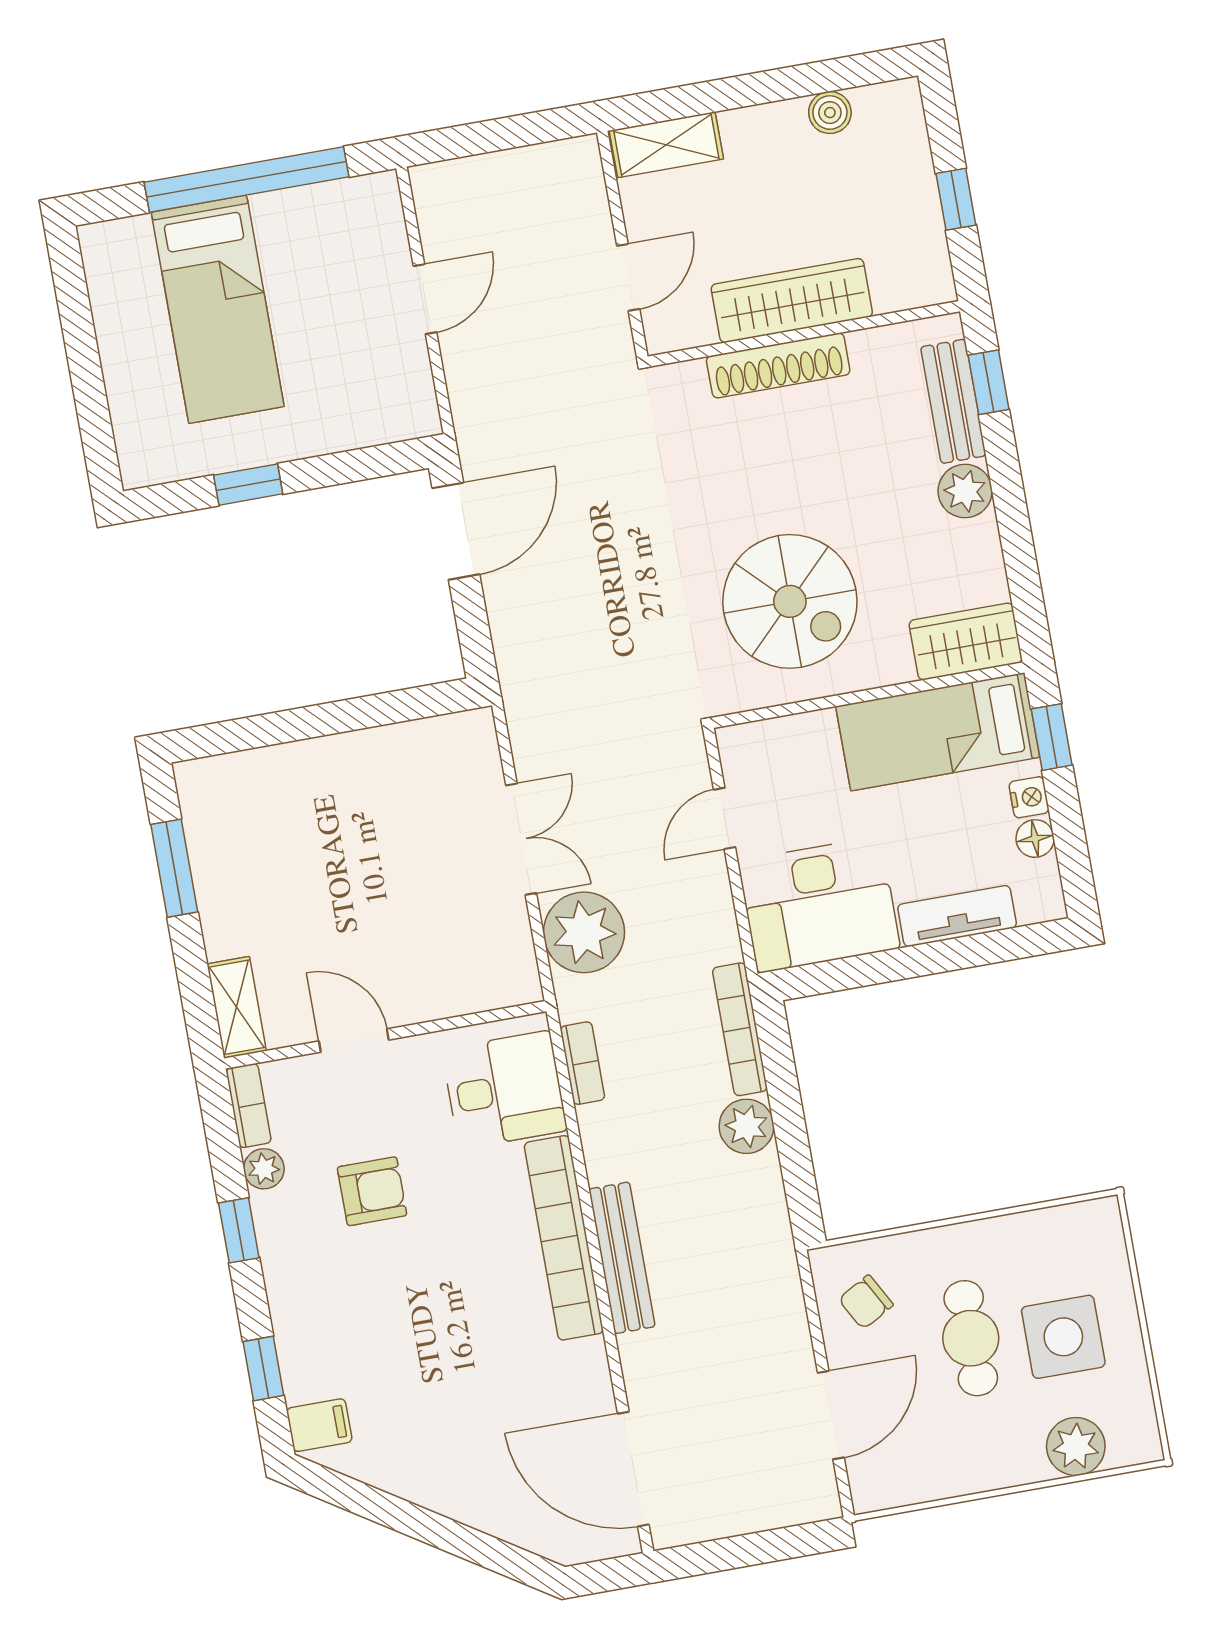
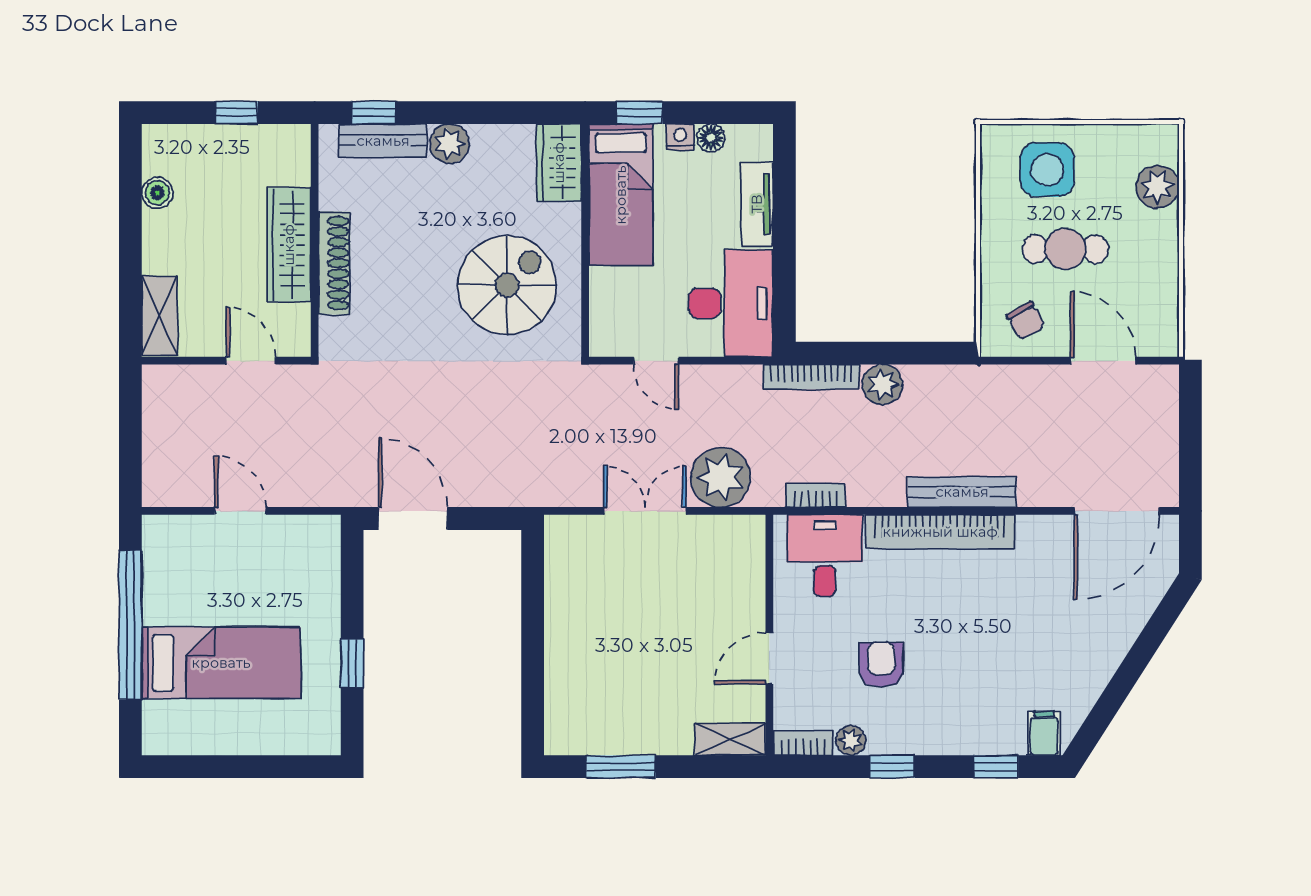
side table: (1063, 1337) -> (1047, 170), moved

